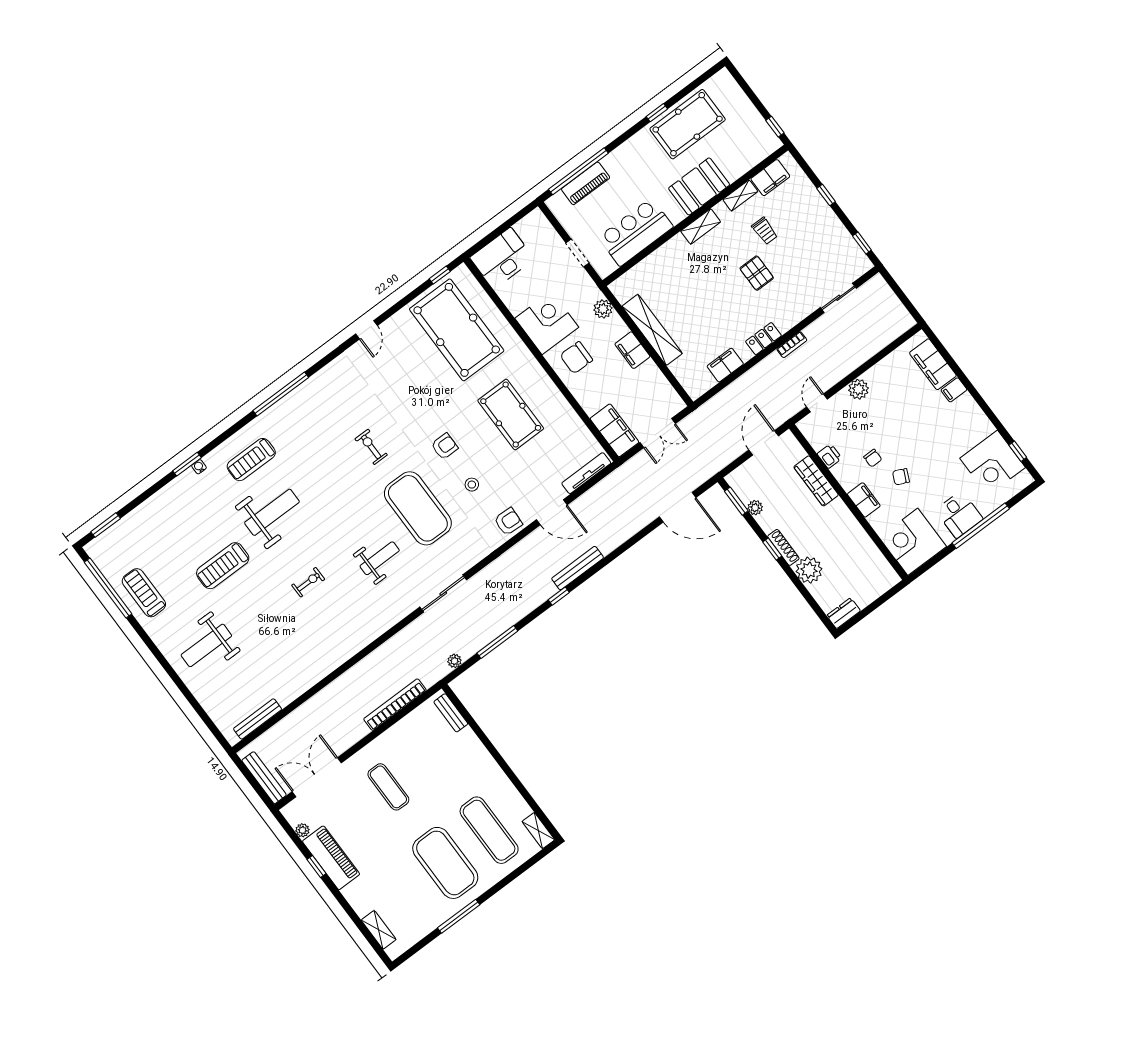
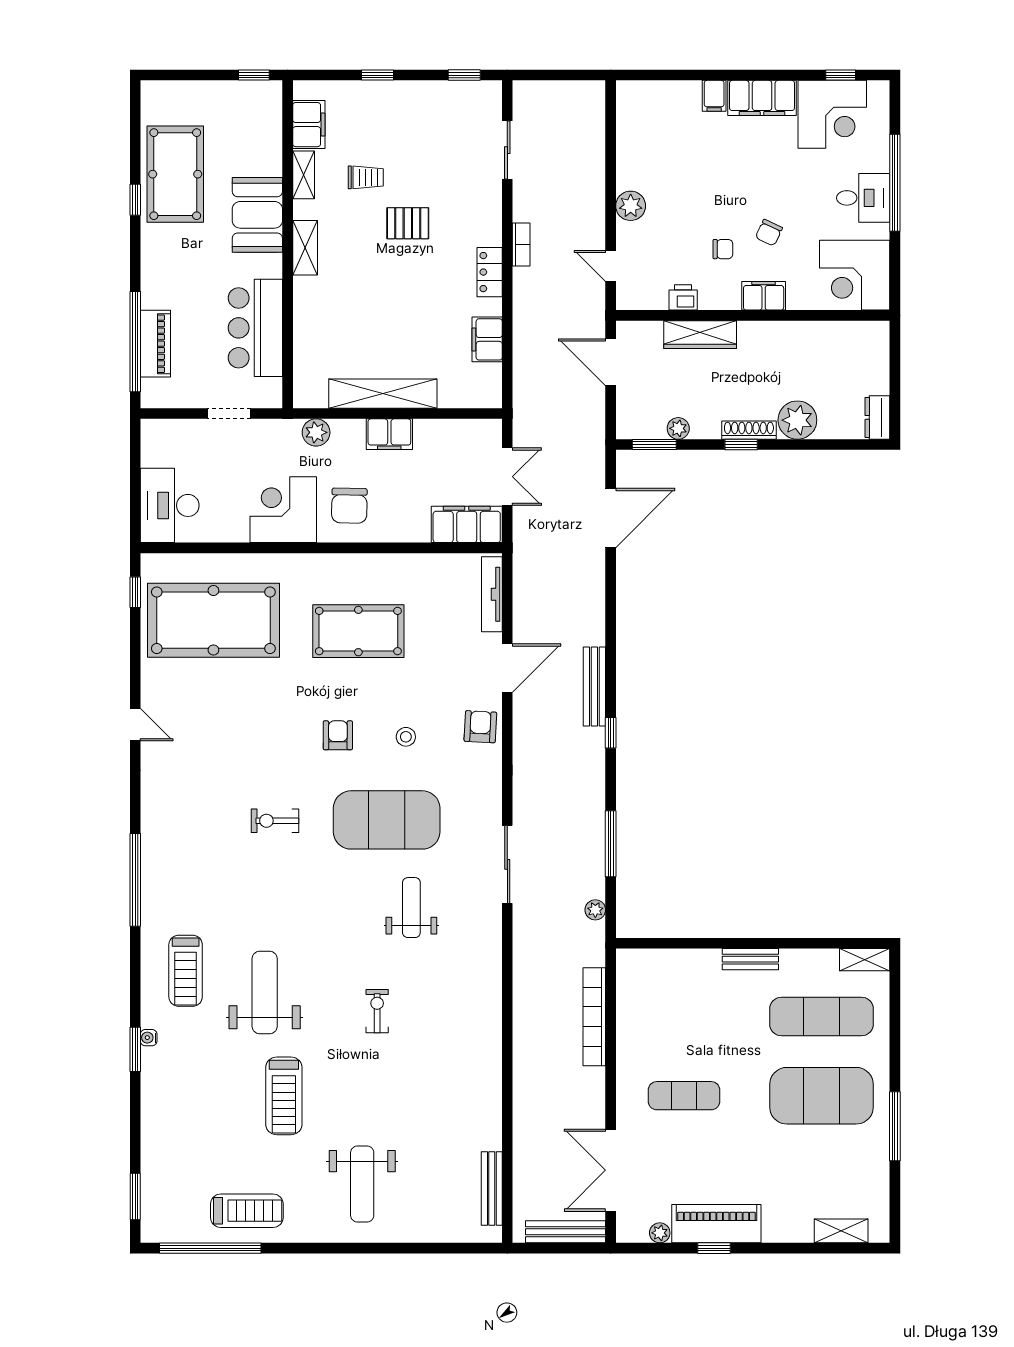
filing cabinet: (933, 364) -> (762, 98), moved
treadmill: (144, 593) -> (247, 1211), turned 180
bench: (451, 713) -> (750, 959), moved

